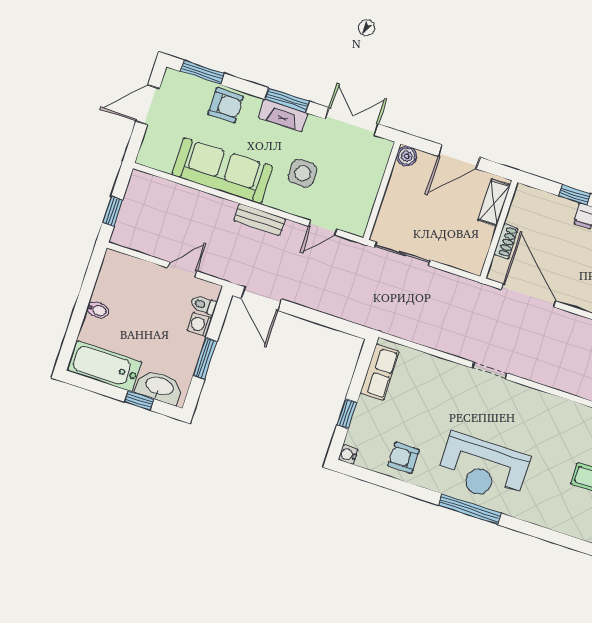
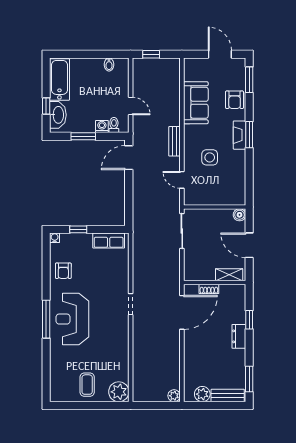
double door: (352, 122) -> (249, 176), removed
sofa: (222, 171) -> (196, 103), width x0.73
bidet: (98, 310) -> (109, 64), moved
armchair: (404, 458) -> (63, 271), turned 180

